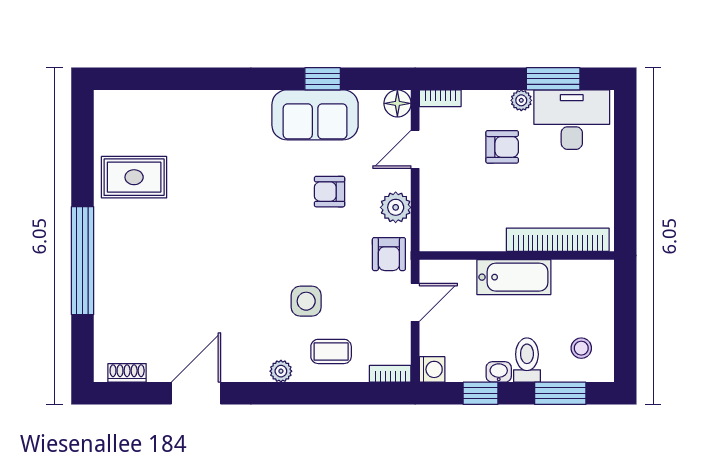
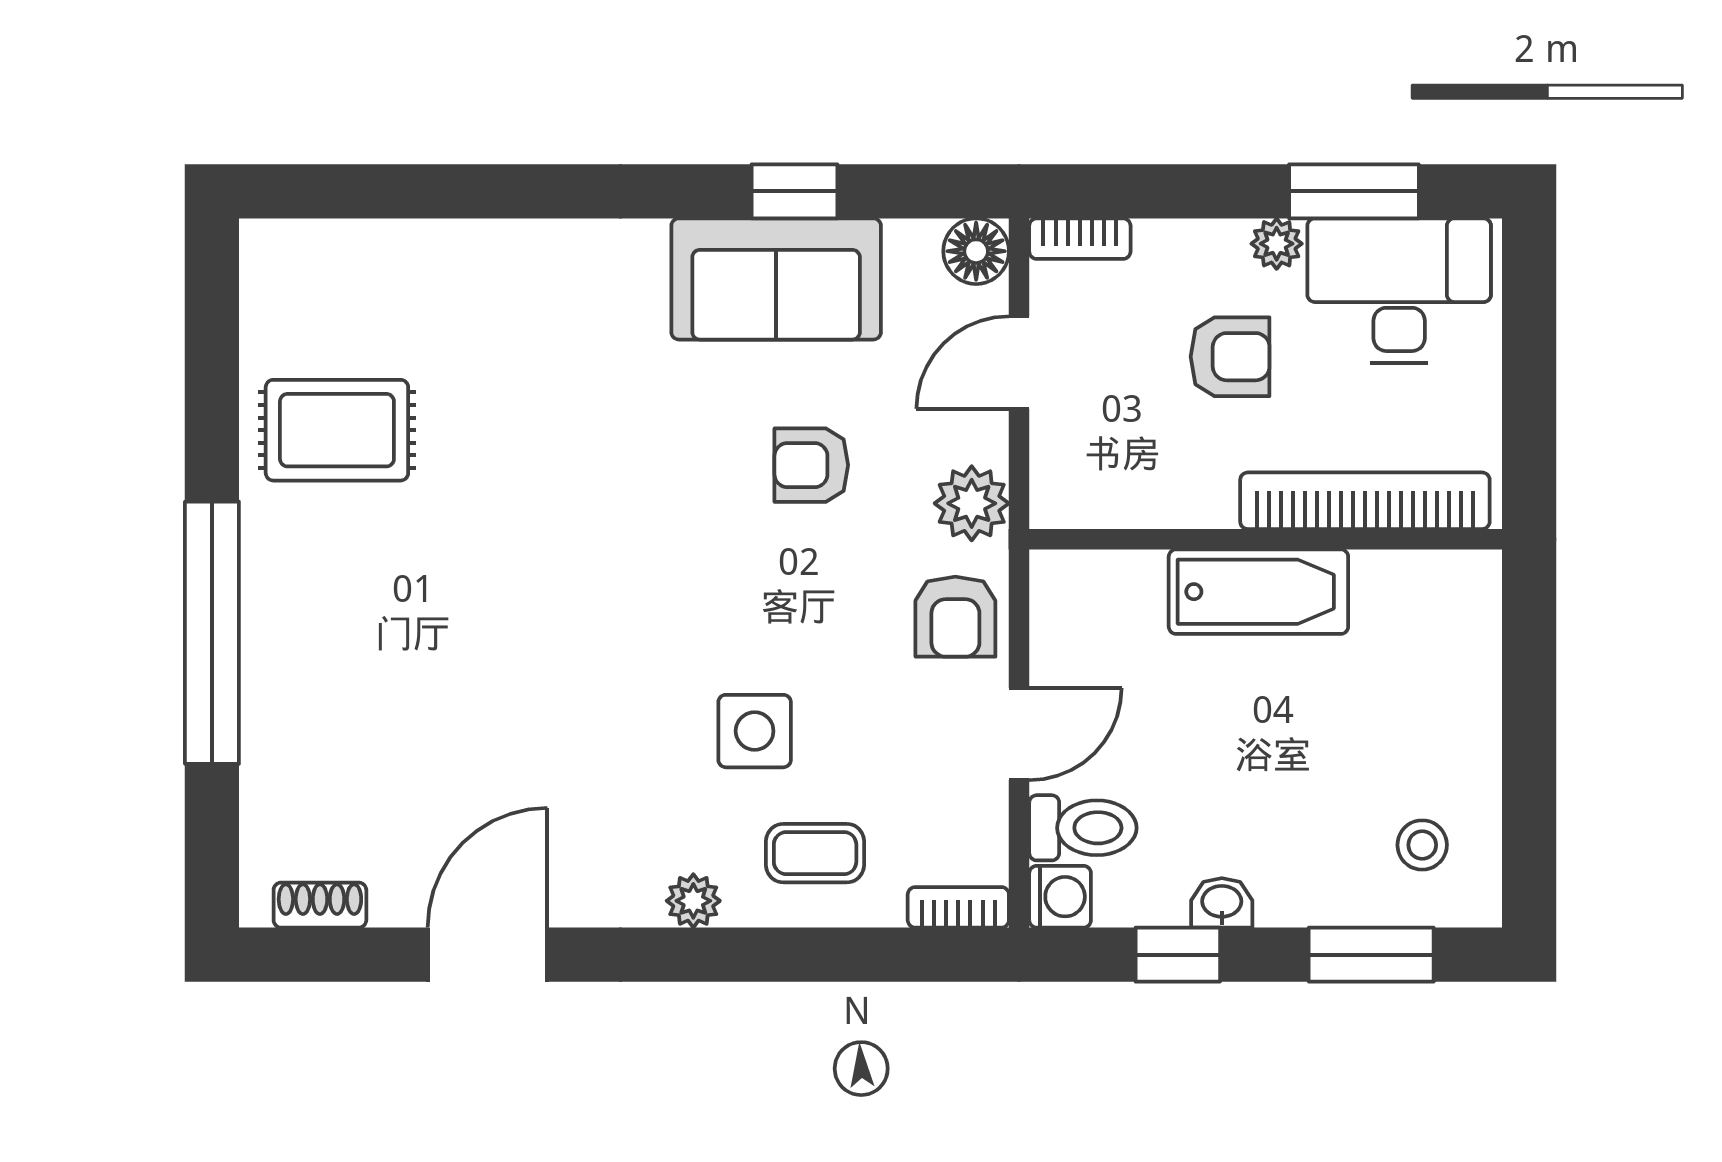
bookcase: (558, 240) -> (1365, 501), moved
wall: (517, 256) -> (1266, 539), moved
bathtub: (514, 277) -> (1258, 592), moved
toilet: (527, 360) -> (1083, 828), moved, turned 90

